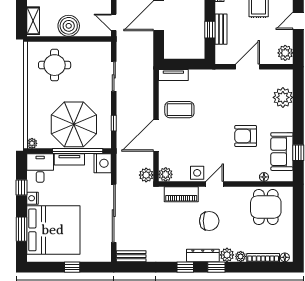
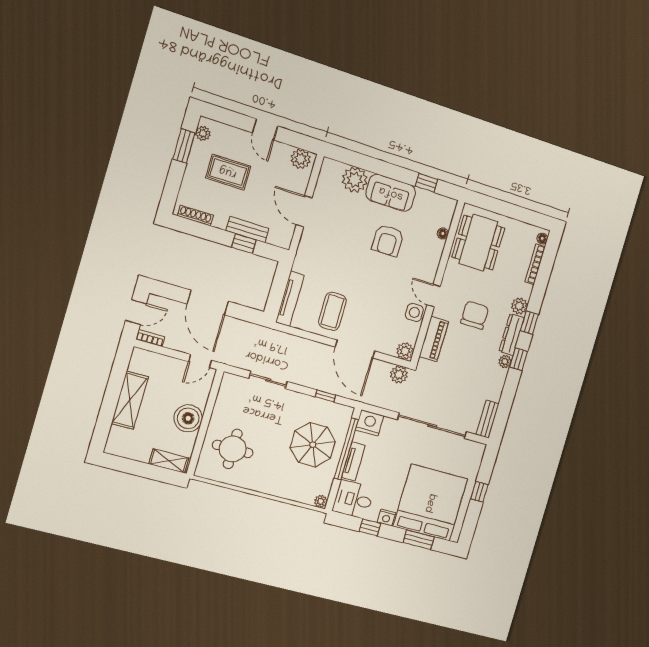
tv unit: (173, 75) -> (290, 299), width x1.41
parasol: (74, 124) -> (313, 445), width x0.73, depth x0.73
sofa: (282, 152) -> (391, 193), moved
dining table: (266, 207) -> (478, 243), width x1.38
plant: (241, 256) -> (505, 362), moved

